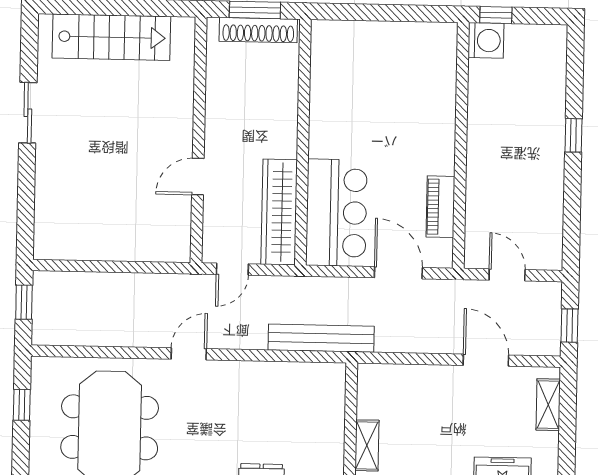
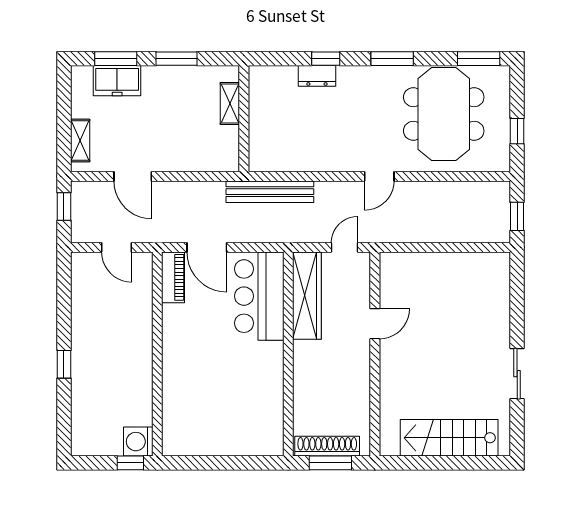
piano: (440, 207) -> (173, 277), moved

